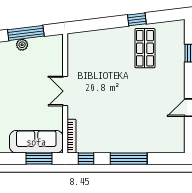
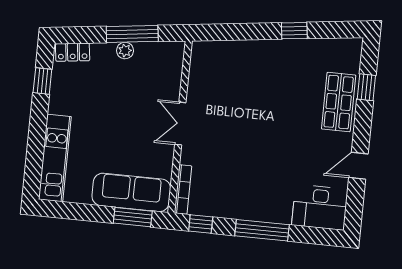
shop shelf: (145, 48) -> (339, 102), moved
desk: (167, 139) -> (320, 207), added

